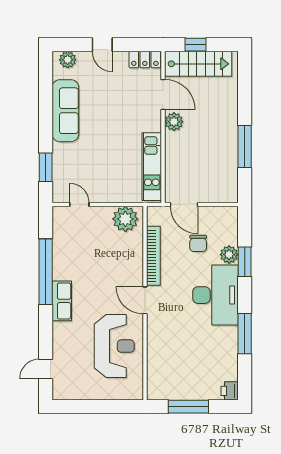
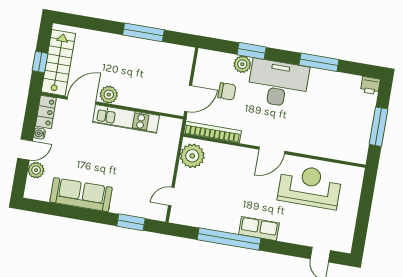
water cooler: (121, 57) -> (40, 133), added
plant: (68, 60) -> (36, 170), moved
kitchen unit: (152, 167) -> (126, 119), moved
bookcase: (153, 256) -> (212, 132), moved

